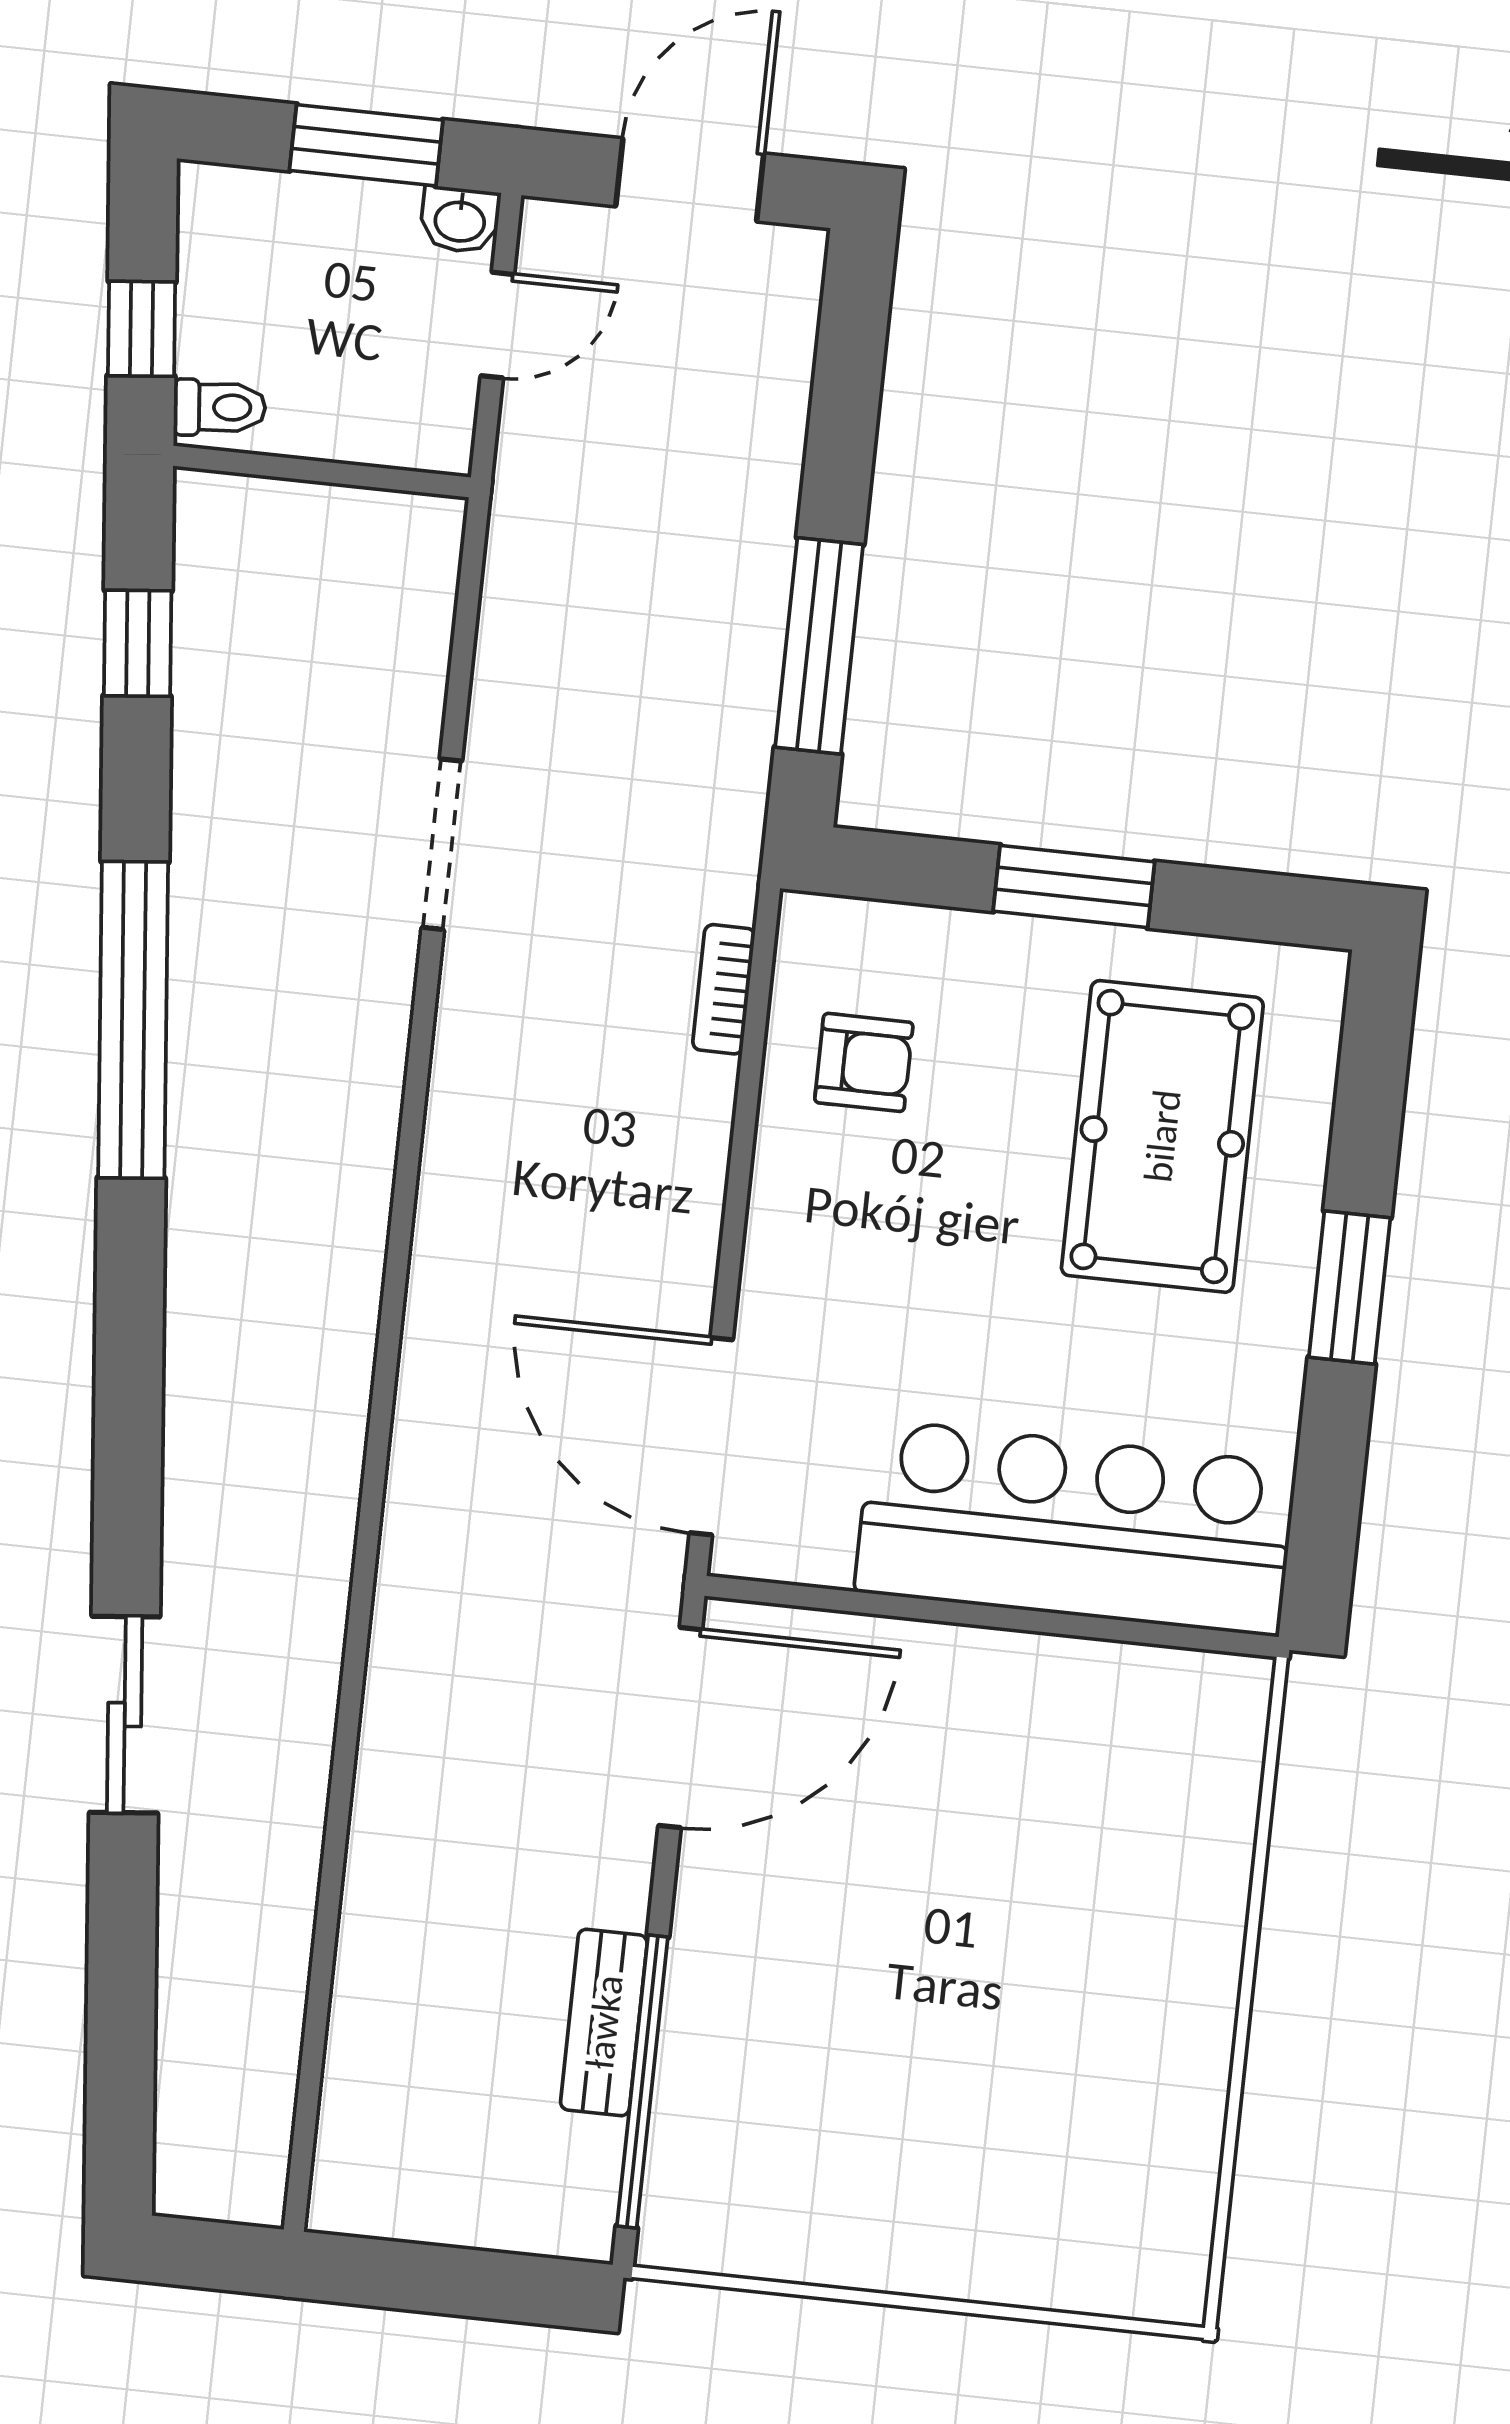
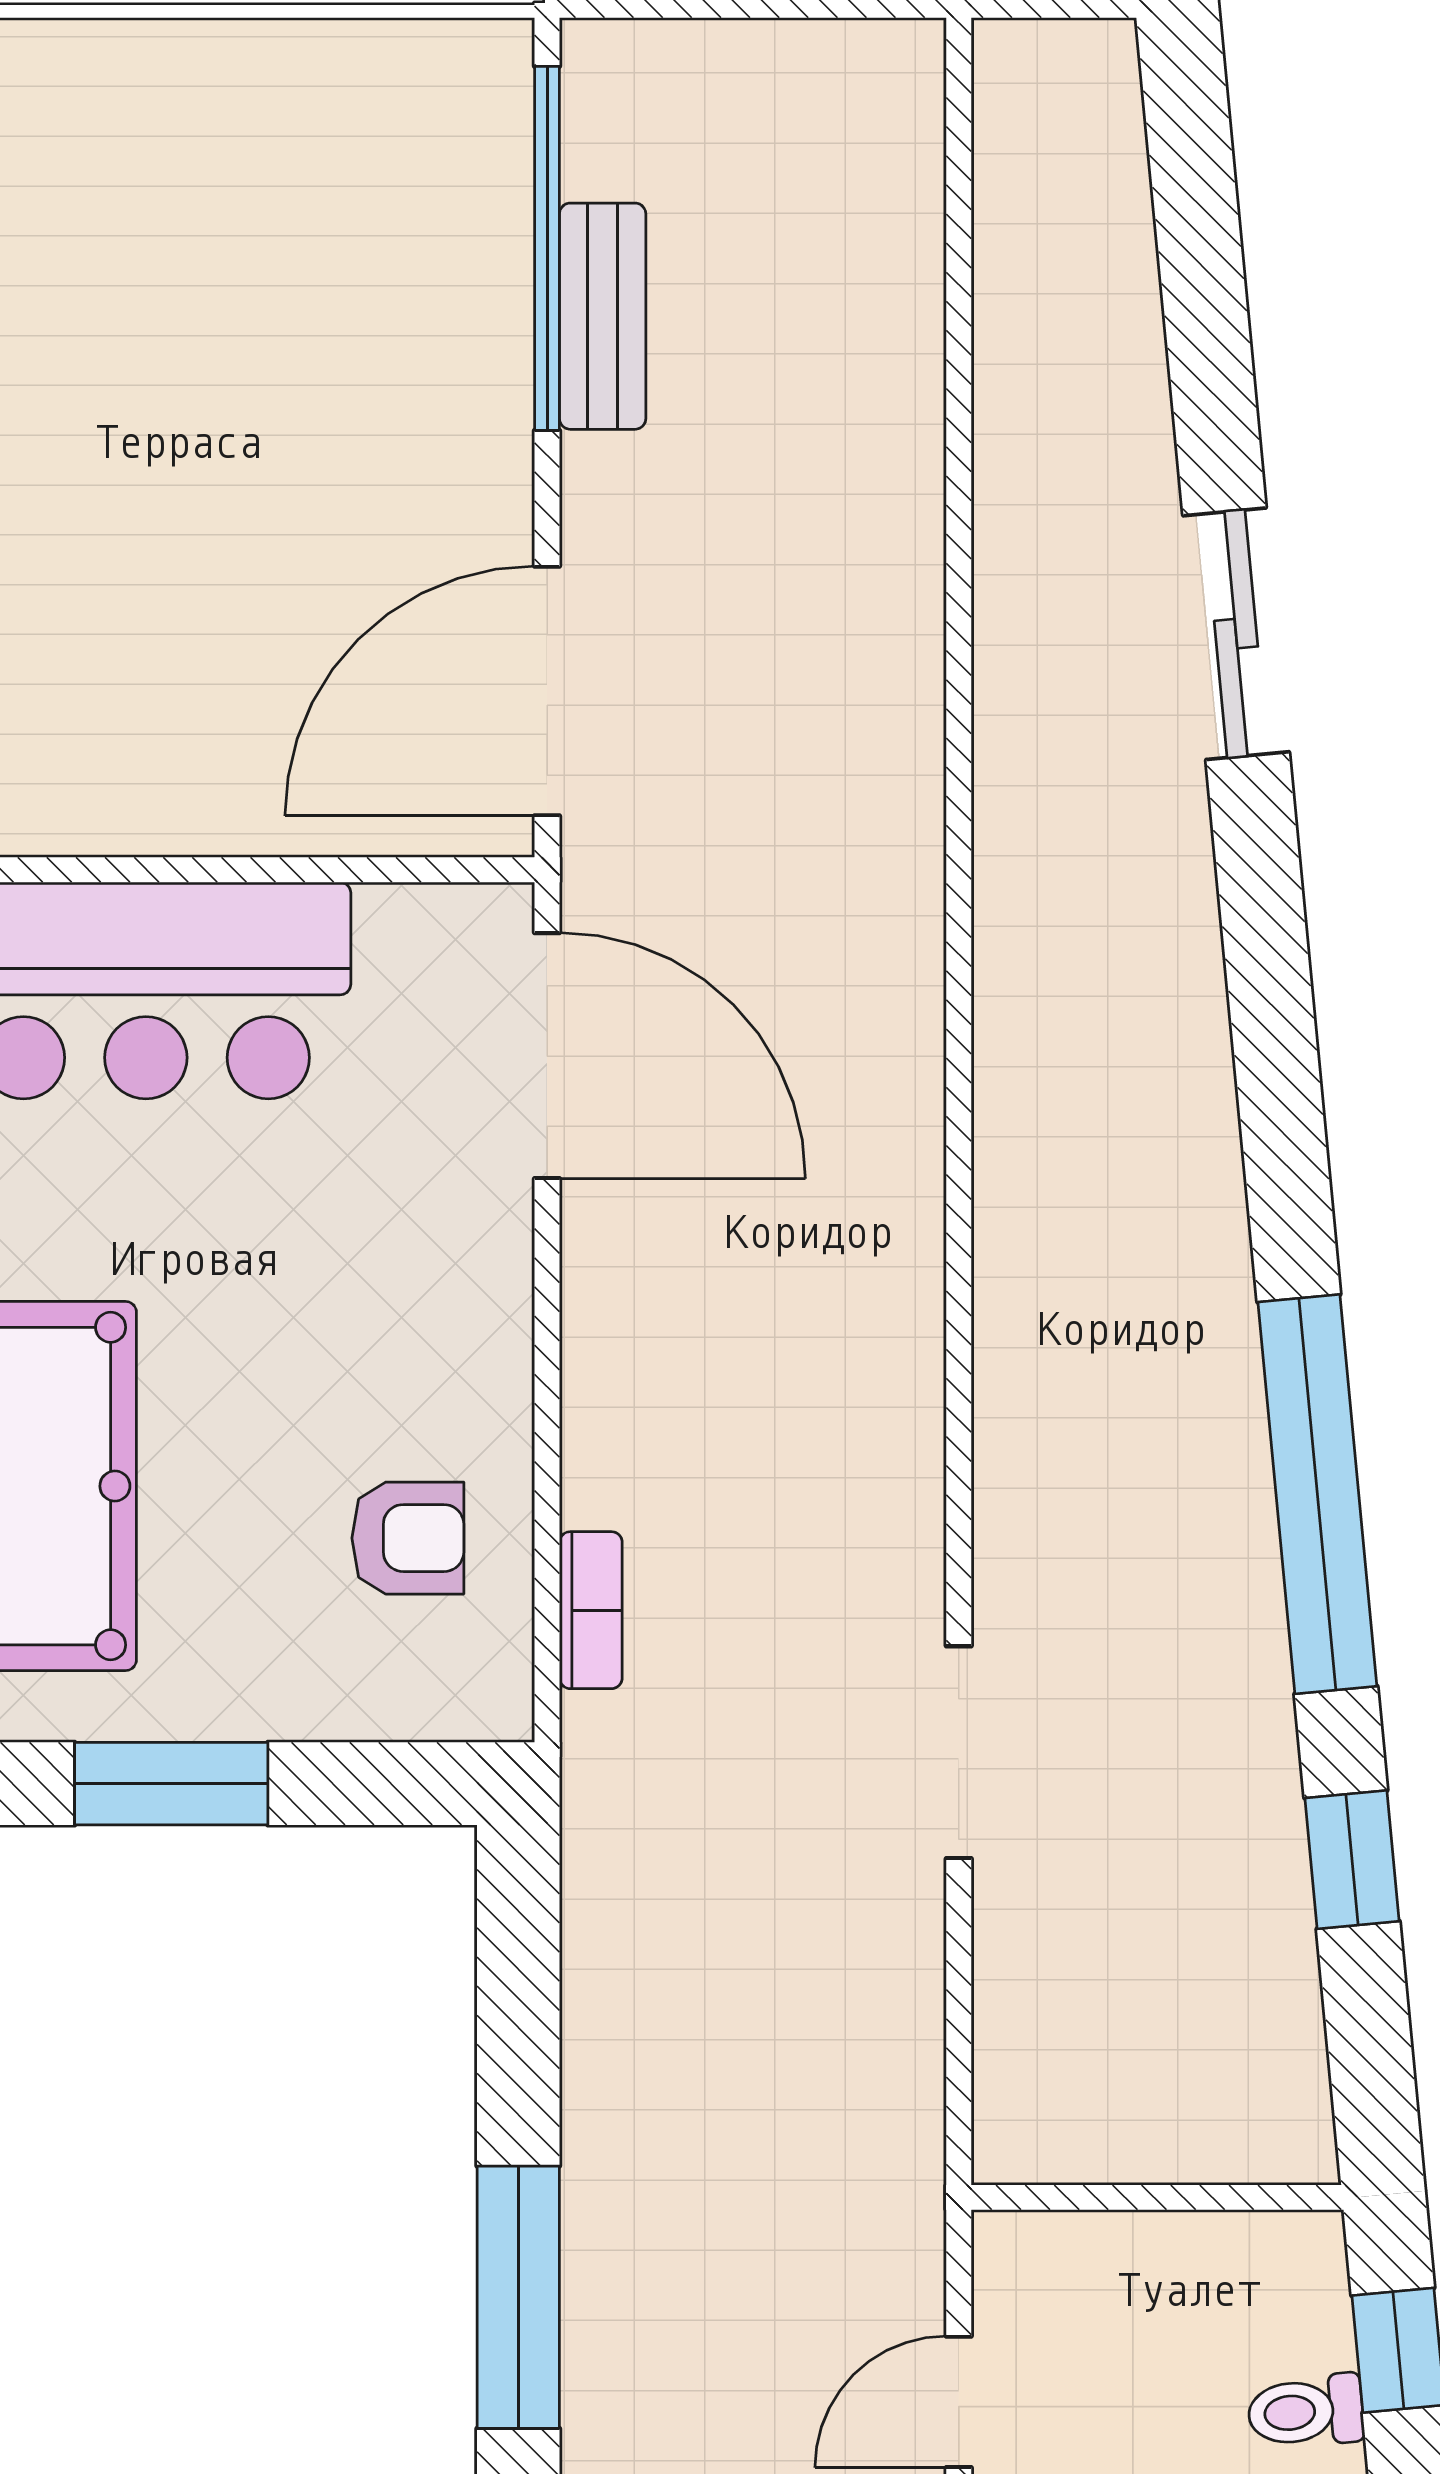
toilet: (219, 407) -> (1306, 2411), moved
window: (138, 643) -> (1352, 1860), moved
window: (819, 646) -> (518, 2297), moved
armchair: (864, 1062) -> (408, 1538), turned 180

